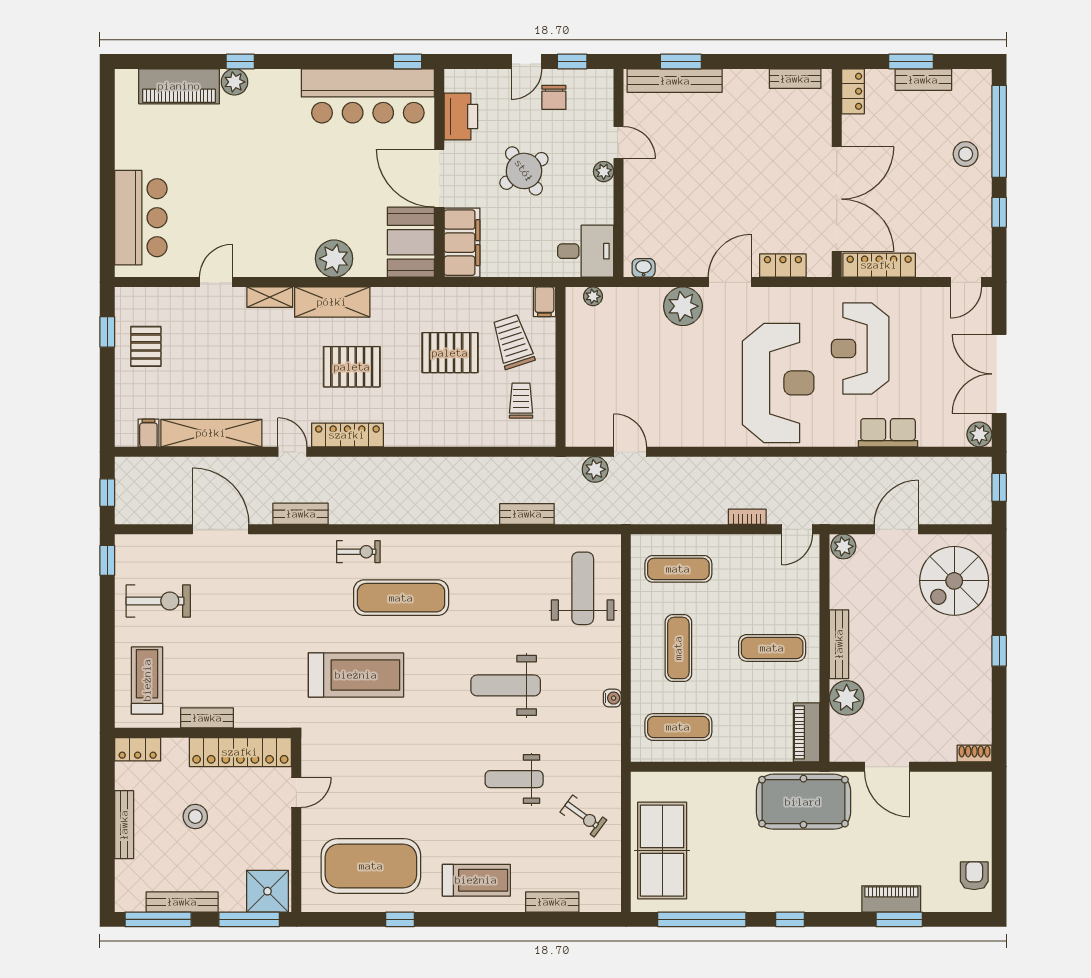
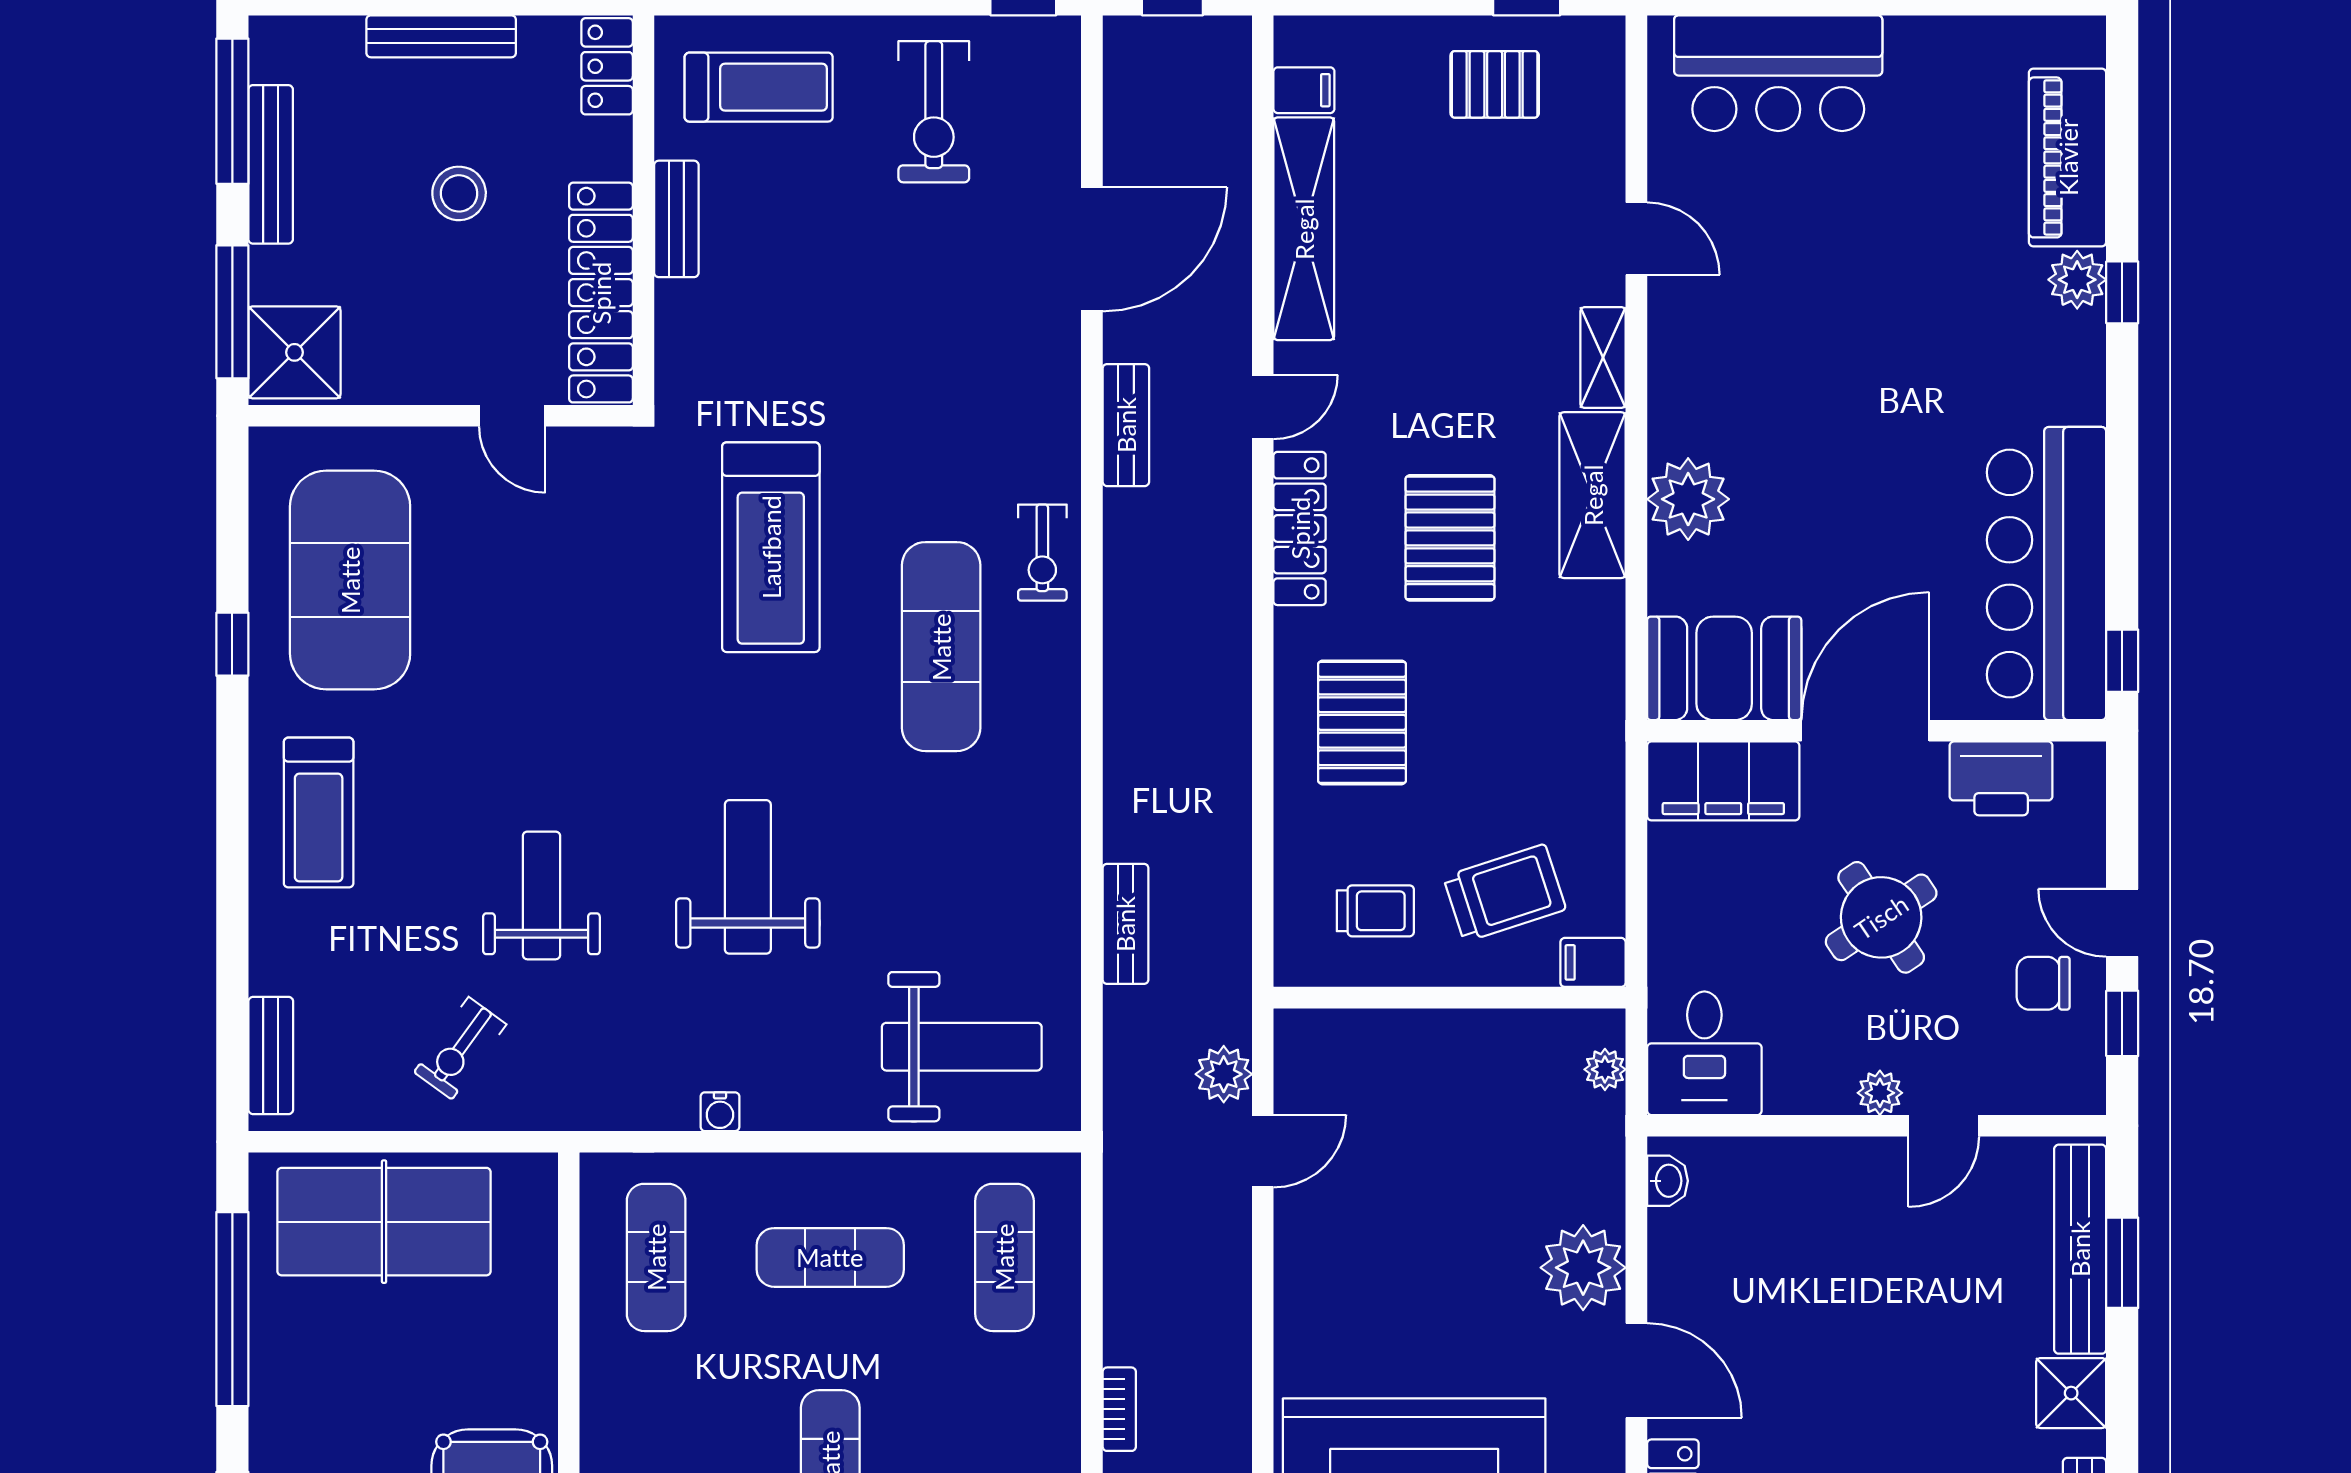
shower: (740, 85) -> (2071, 1393), added
pallet: (450, 353) -> (1362, 722), moved
bench: (552, 902) -> (271, 1055), moved

